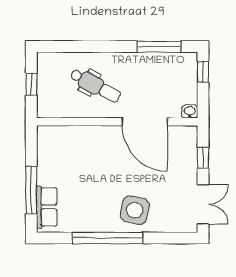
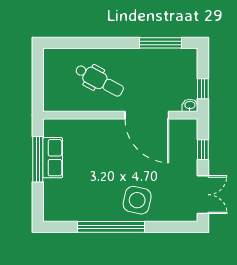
window: (203, 72) -> (203, 89), moved
window: (31, 84) -> (38, 79), removed
window: (31, 190) -> (38, 159), moved
row of seats: (47, 207) -> (53, 158), moved

